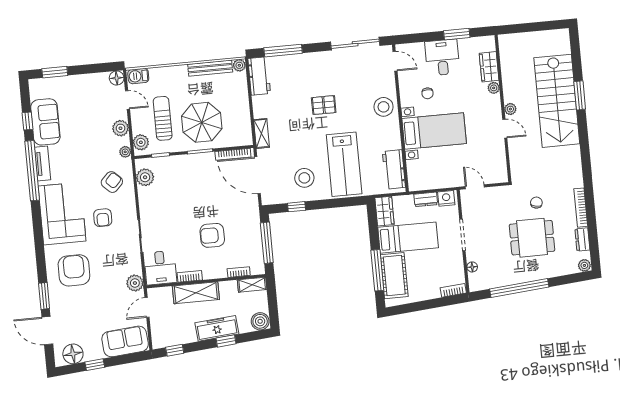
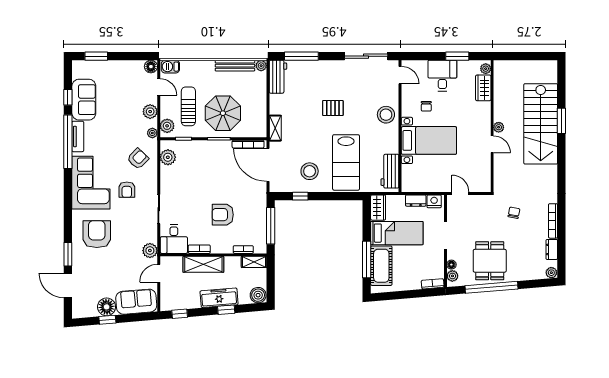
plant: (494, 88) -> (486, 69), moved
dining table: (532, 238) -> (490, 261), moved, turned 90
plant: (475, 280) -> (452, 276), added
floor lamp: (73, 354) -> (107, 307), moved

